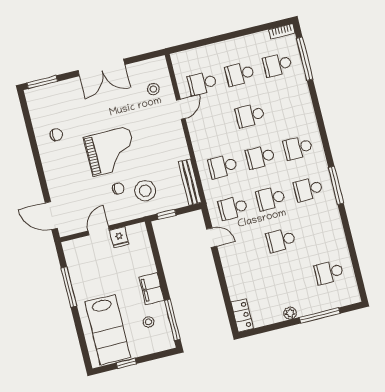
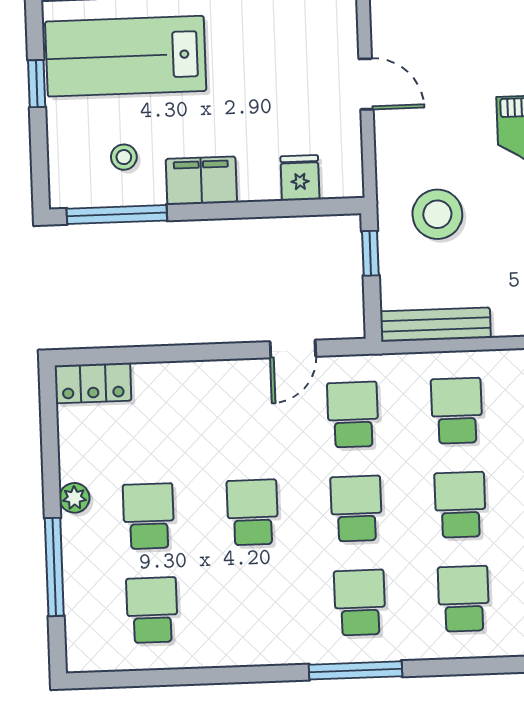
chair: (118, 189) -> (456, 151), removed
fridge: (119, 237) -> (300, 178), moved, turned 90
school desk: (291, 282) -> (149, 516), added

